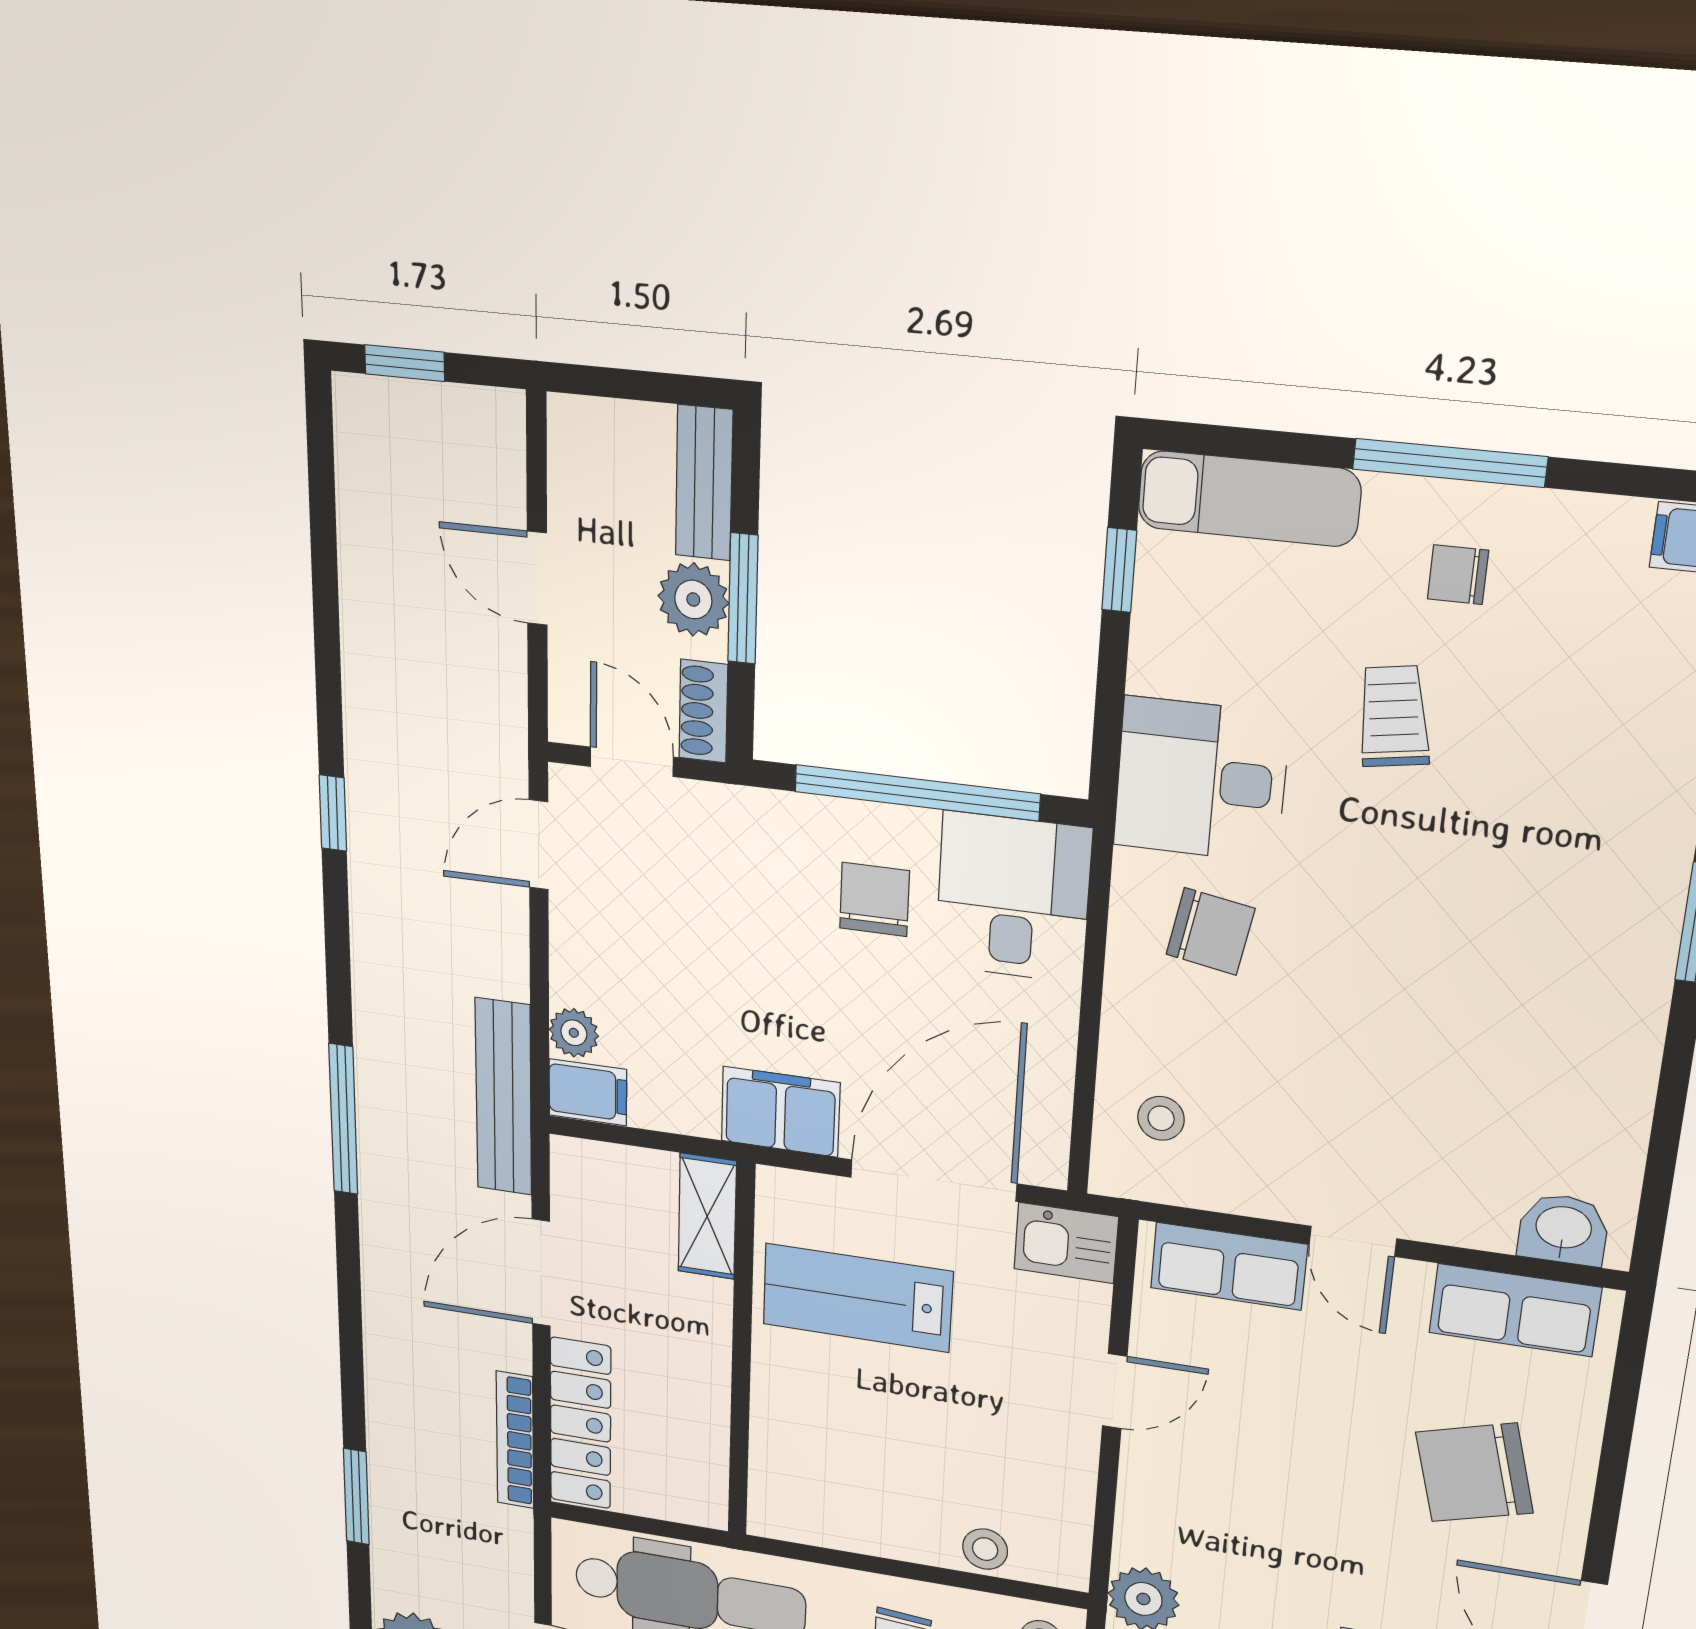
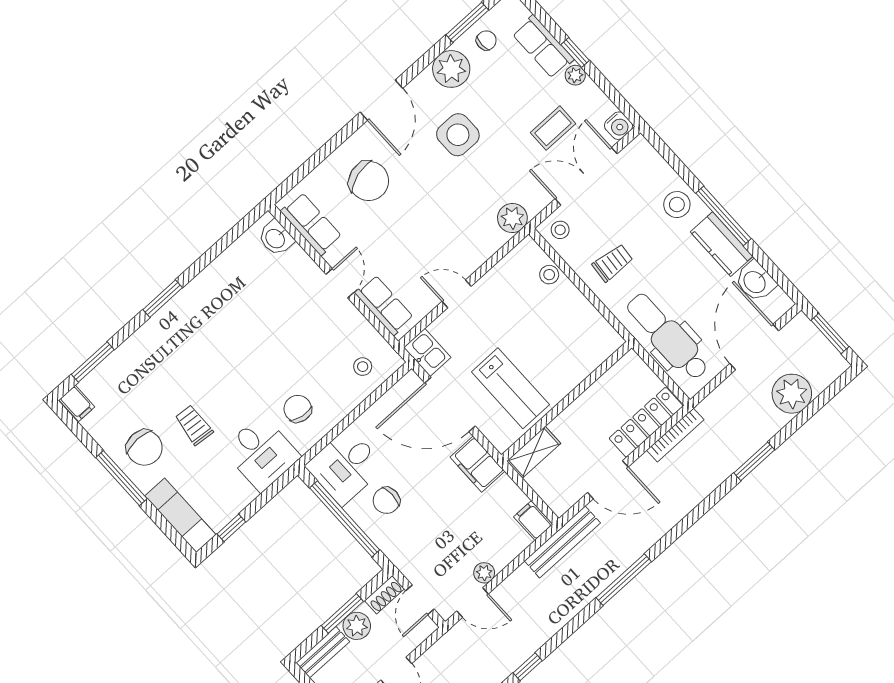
chair: (1458, 575) -> (144, 448), width x1.87, depth x1.87
trolley: (1394, 716) -> (194, 425), turned 104
plant: (574, 1033) -> (484, 573), moved

